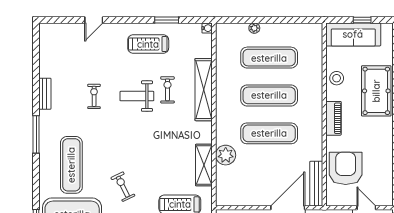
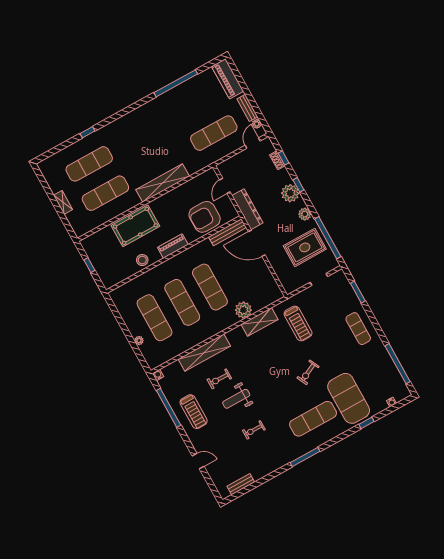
window: (167, 20) -> (169, 408), width x2.11
sofa: (353, 34) -> (103, 266), removed
bench: (45, 94) -> (241, 484), moved
weight bench: (137, 96) -> (236, 399), turned 90

